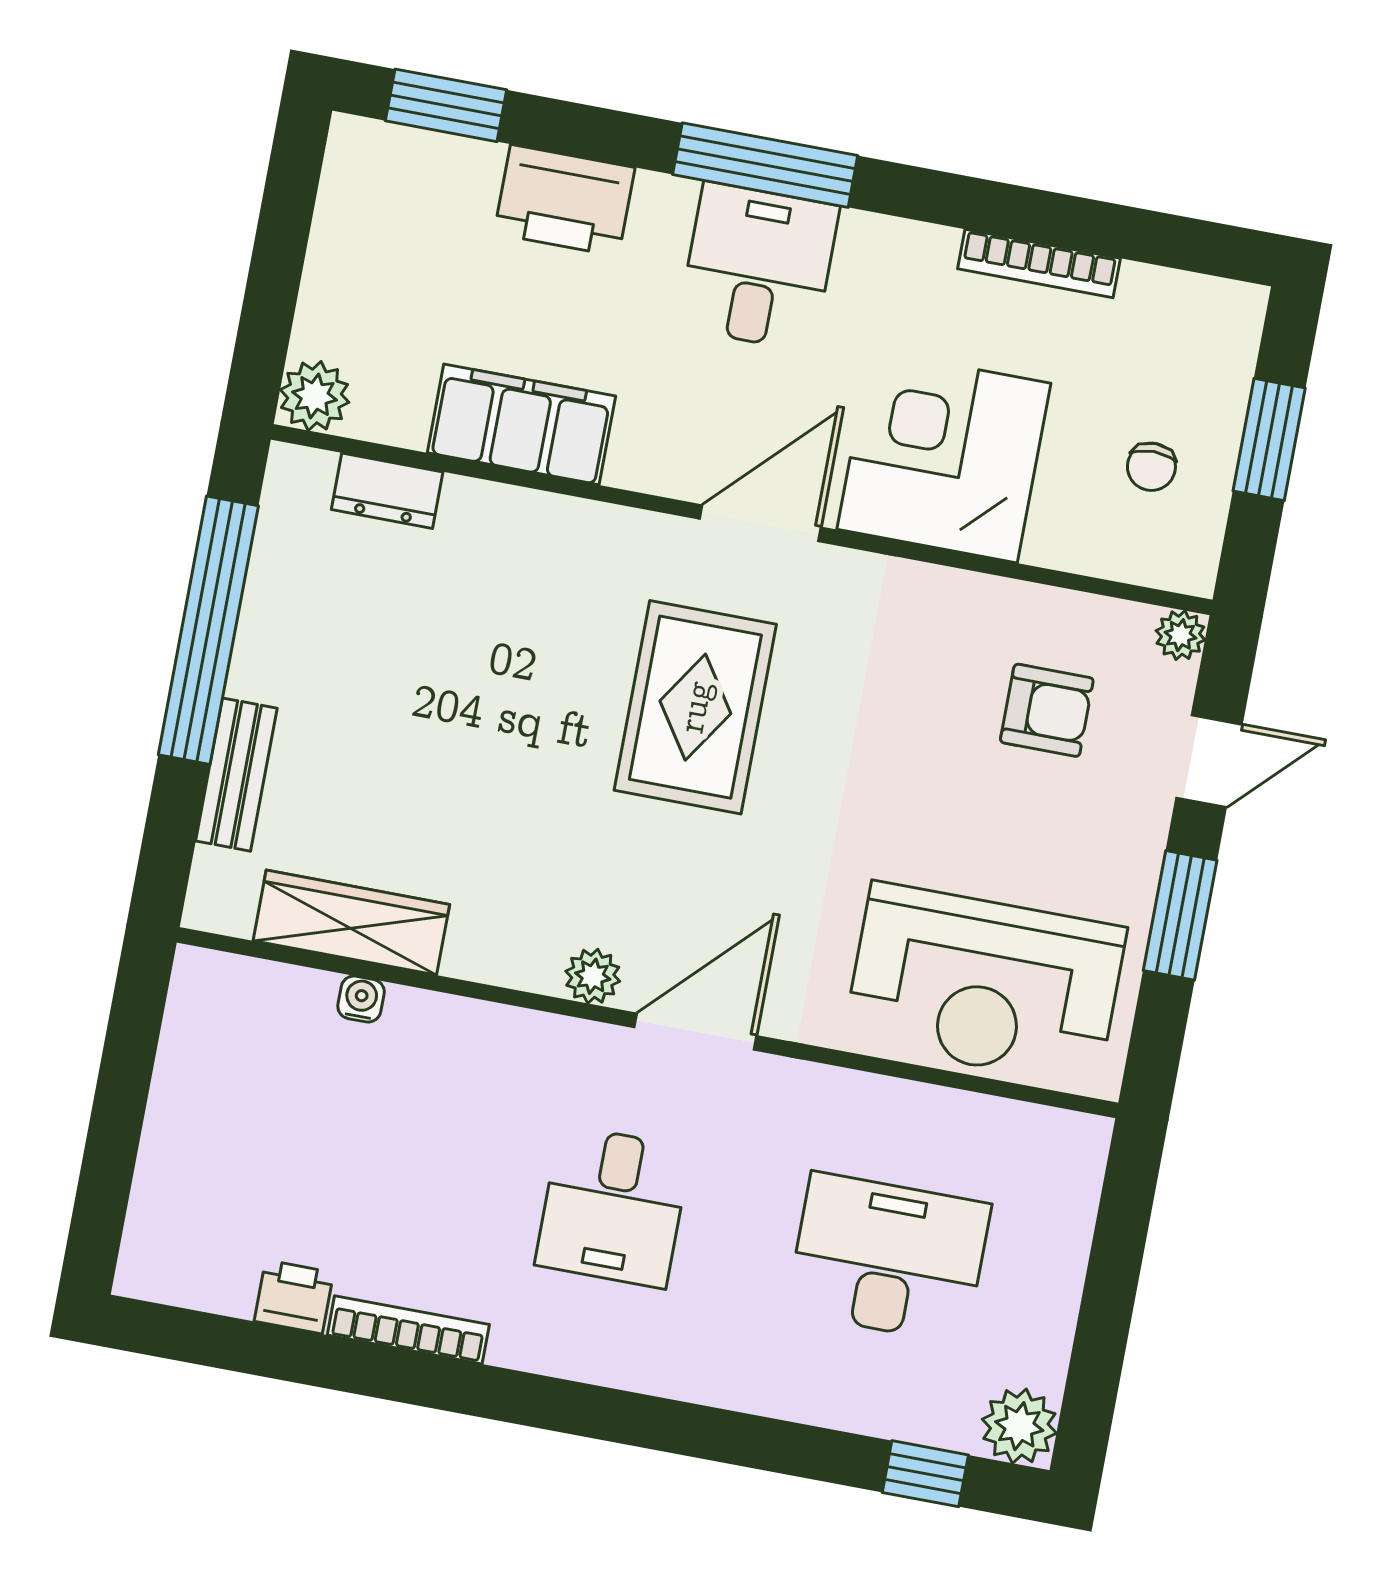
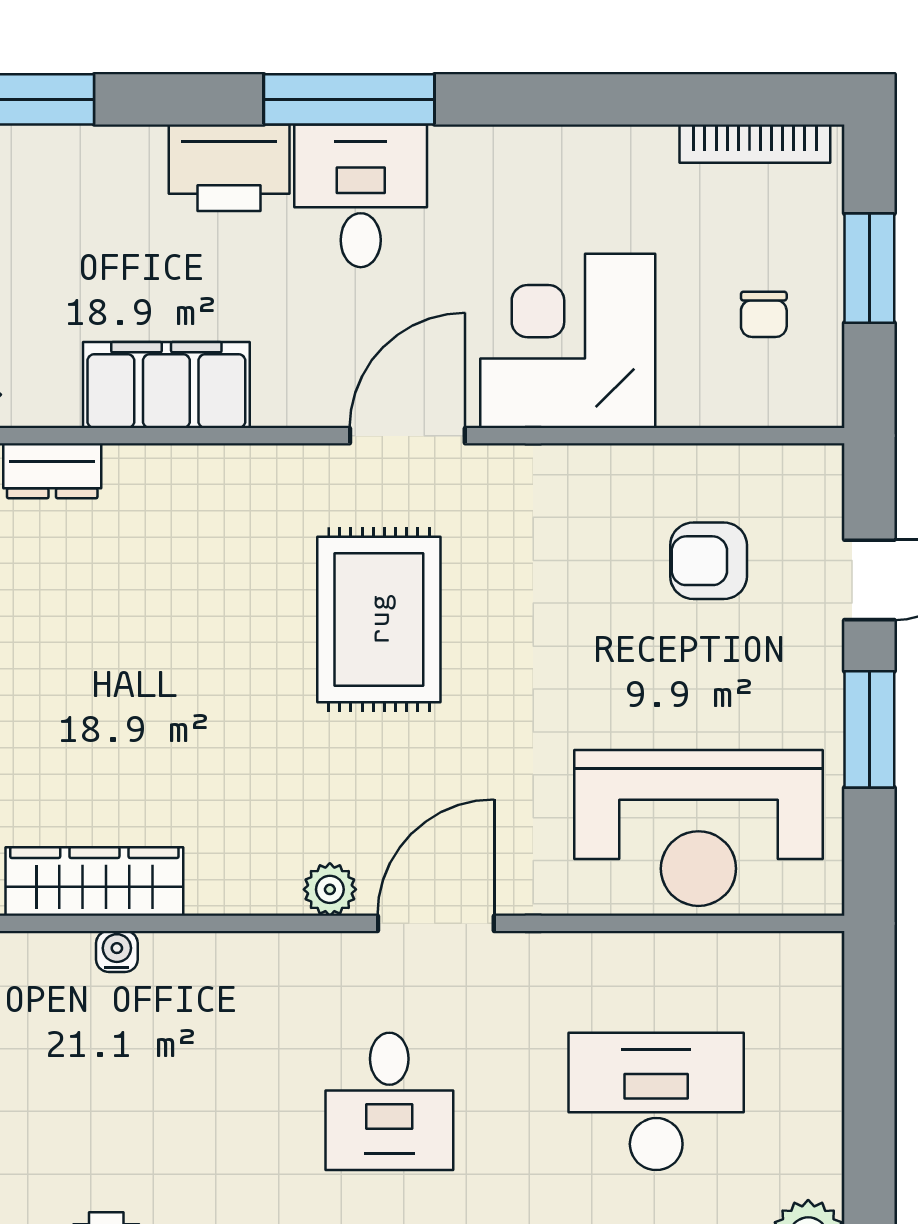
printer: (564, 200) -> (229, 168), moved
bookcase: (1039, 264) -> (755, 144), moved
plant: (1180, 635) -> (821, 467), removed
armchair: (1047, 710) -> (709, 561), turned 180

